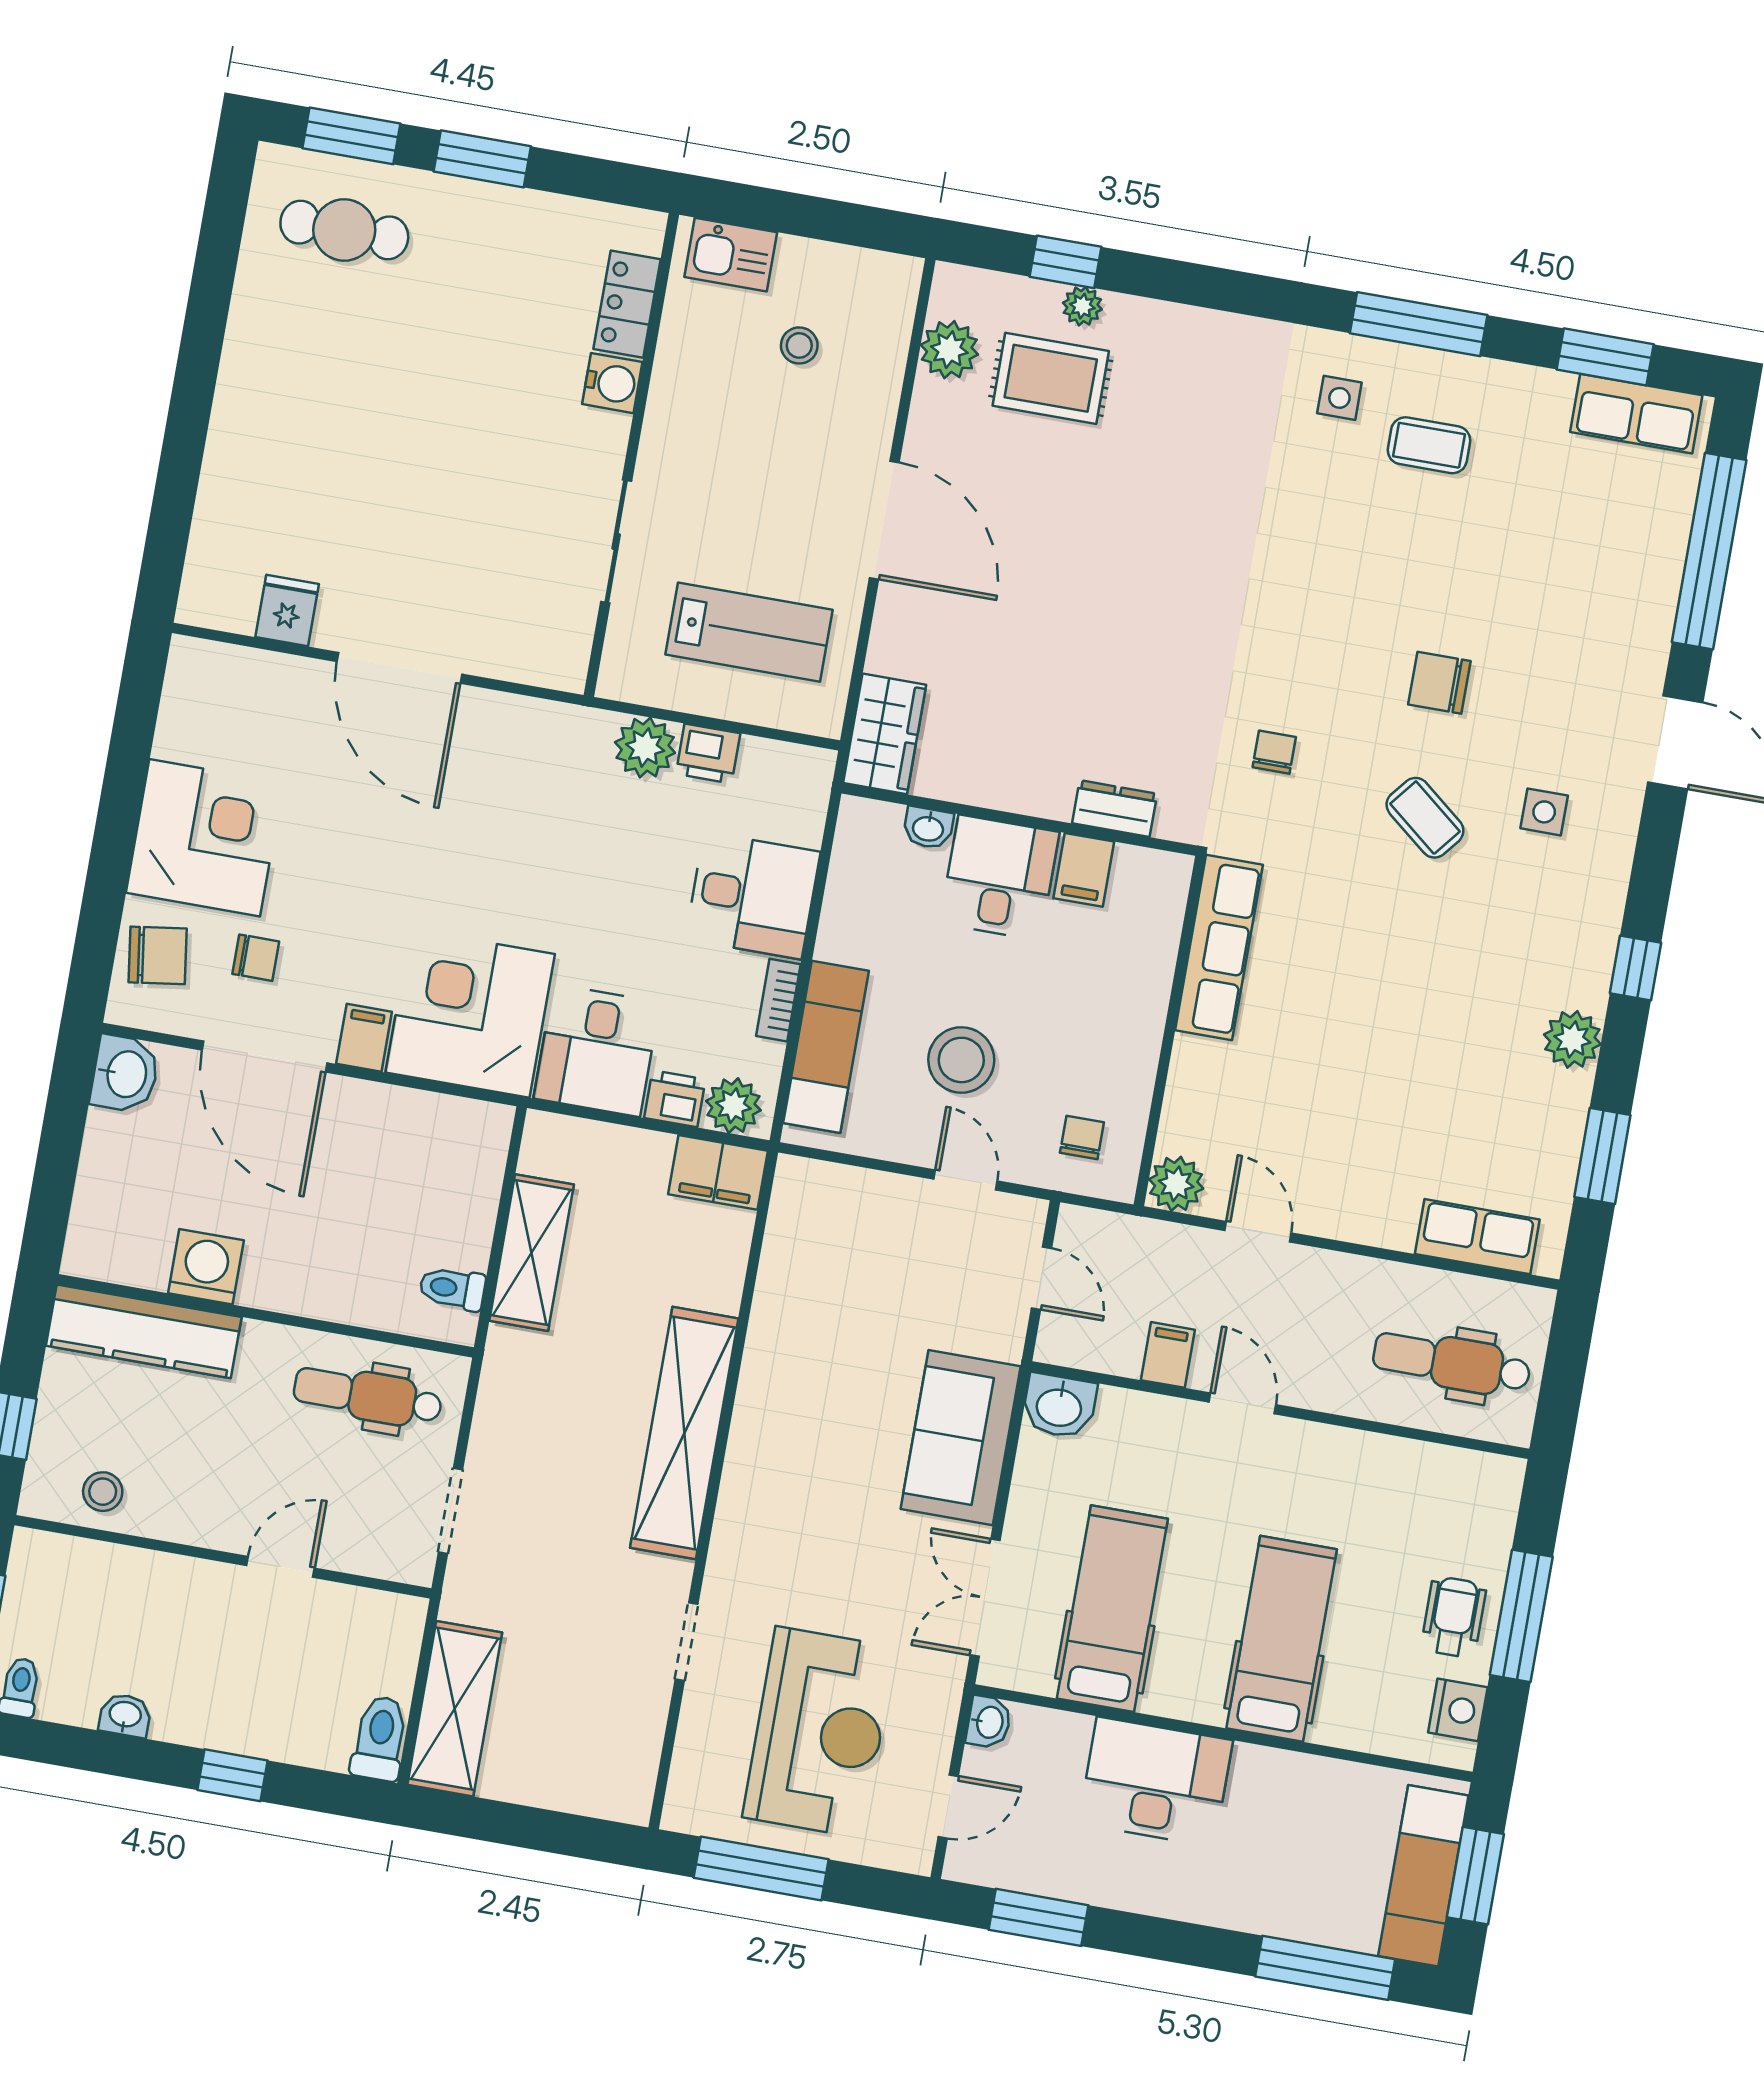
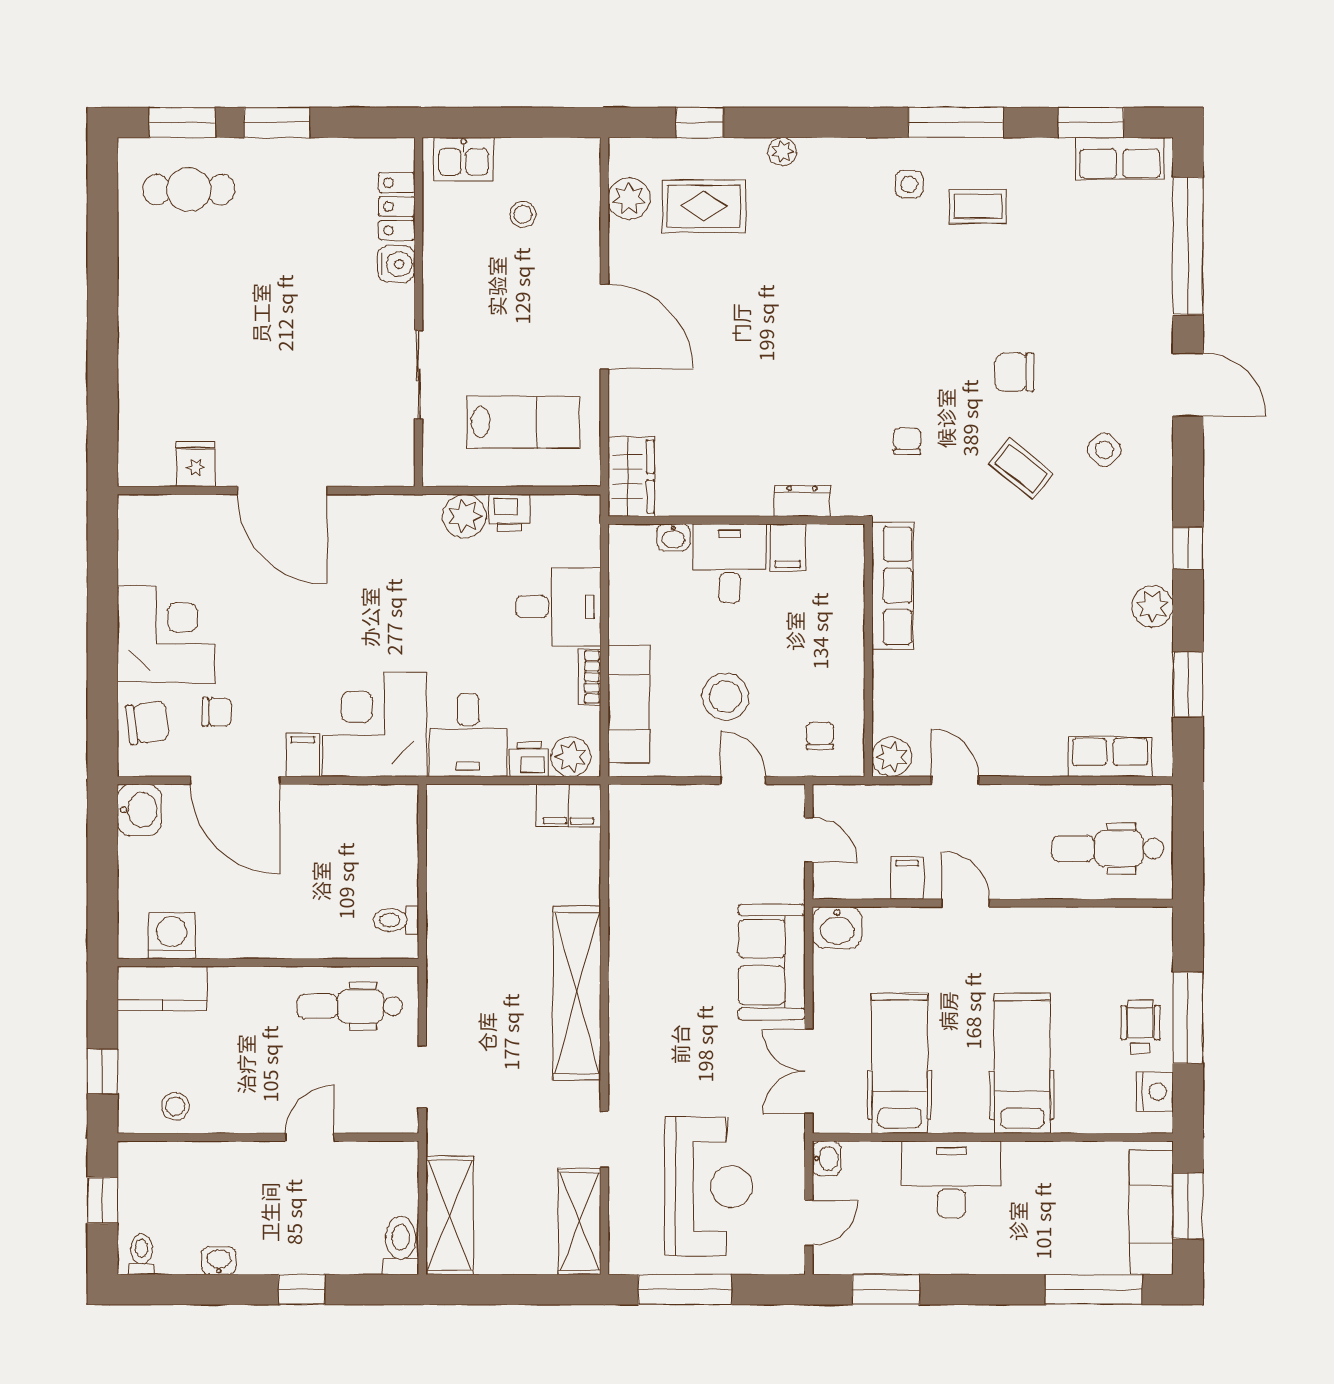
plant: (1082, 306) -> (782, 152), moved
side table: (1544, 812) -> (1104, 450), turned 45
shelving: (532, 1253) -> (579, 1222), moved
washing machine: (206, 1267) -> (172, 935), moved
kitchen counter: (144, 1331) -> (162, 989), width x0.67

